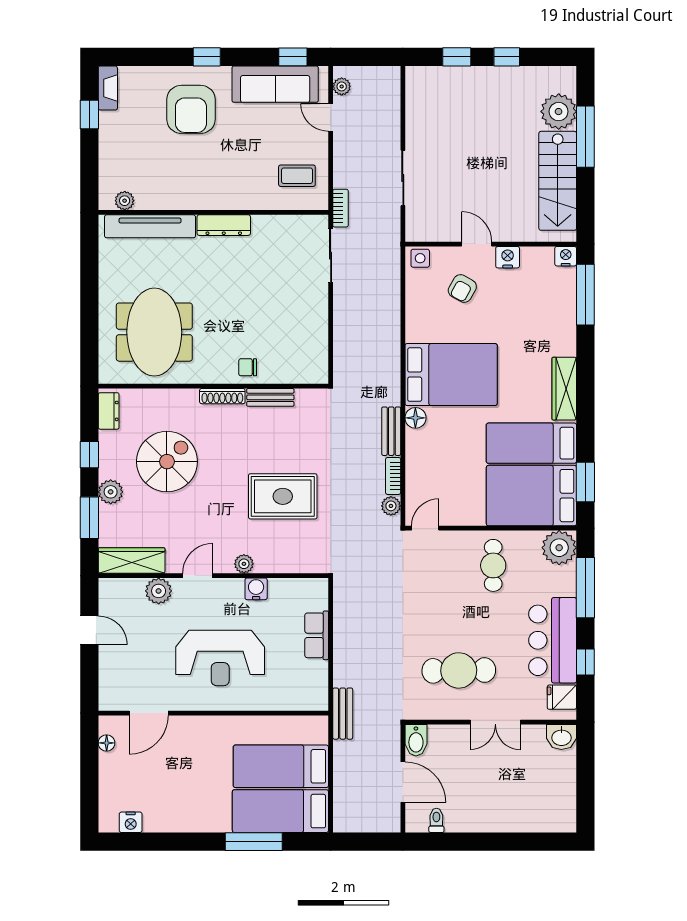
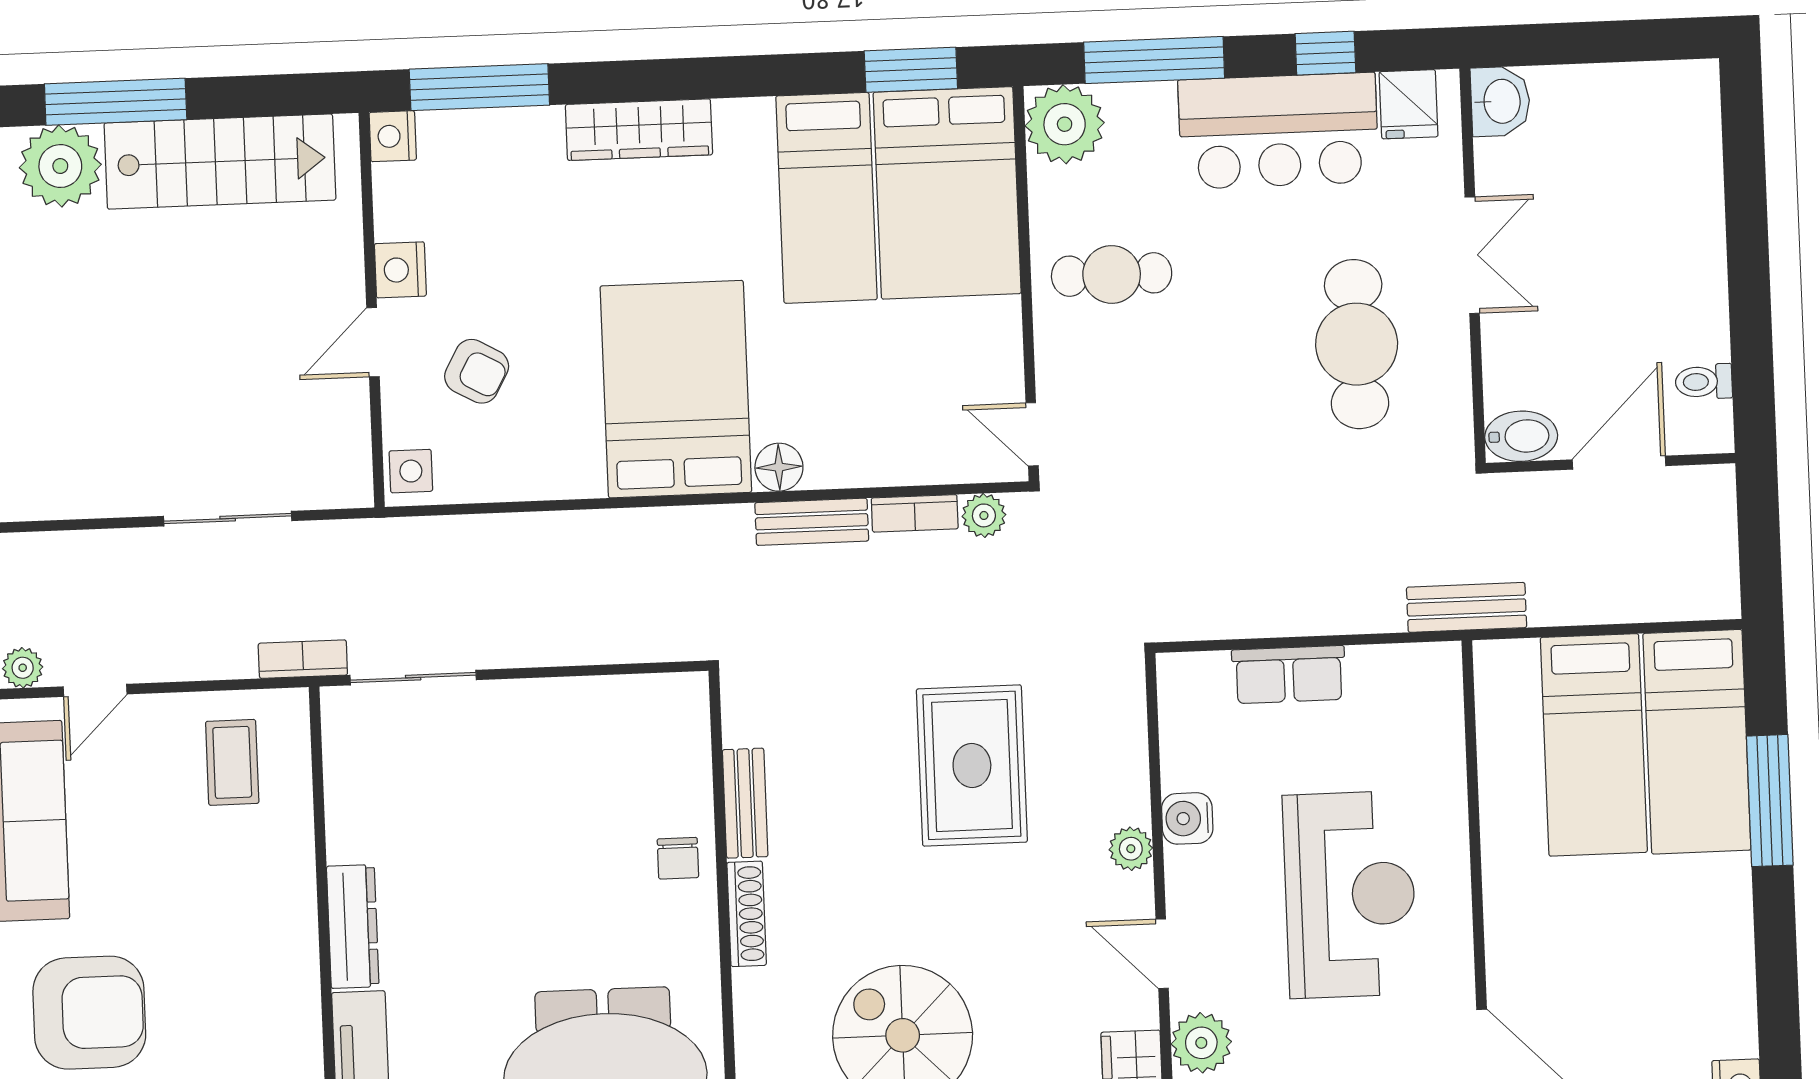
wardrobe: (564, 389) -> (639, 130), moved

